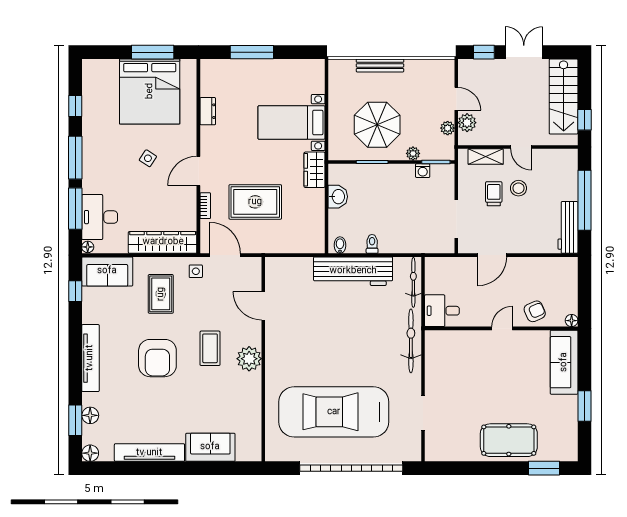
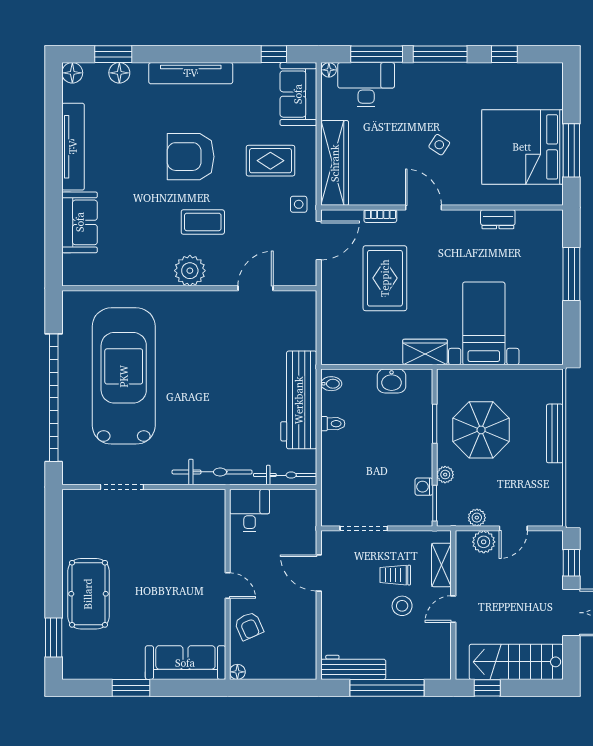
trolley: (494, 194) -> (395, 575), turned 180

